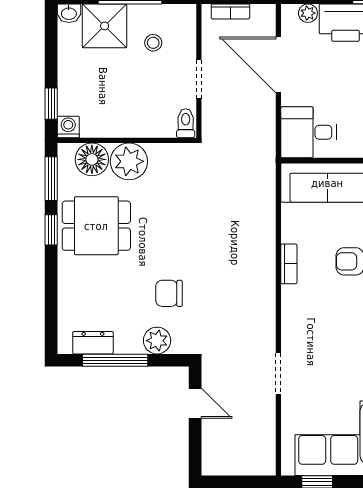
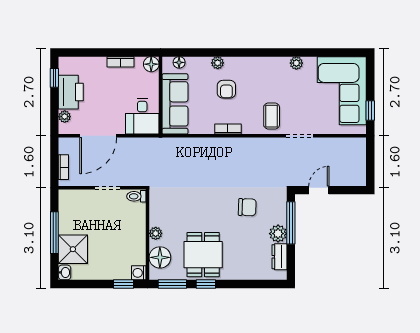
stool: (153, 43) -> (84, 217), removed
plant: (129, 161) -> (156, 233), width x0.53, depth x0.53
chair: (169, 293) -> (247, 207), turned -88
coffee table: (309, 331) -> (272, 116), added
plant: (157, 341) -> (278, 234), moved
window: (115, 360) -> (291, 223), moved

